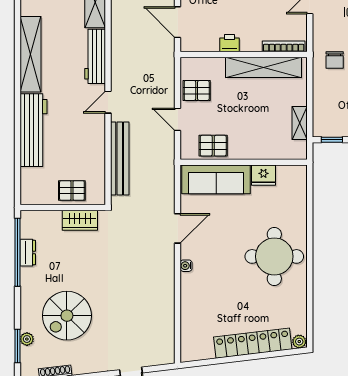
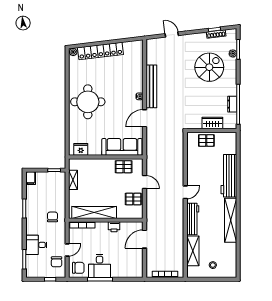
door: (178, 22) -> (144, 239), swing flipped
bench: (120, 159) -> (151, 86), moved
fridge: (263, 175) -> (81, 149), moved
wardrobe: (80, 220) -> (212, 123), moved

